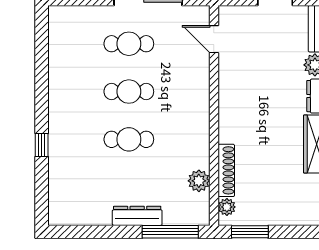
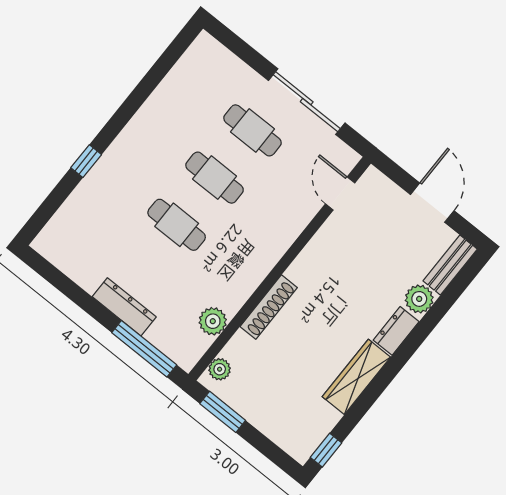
shoe rack: (226, 170) -> (269, 307), moved

